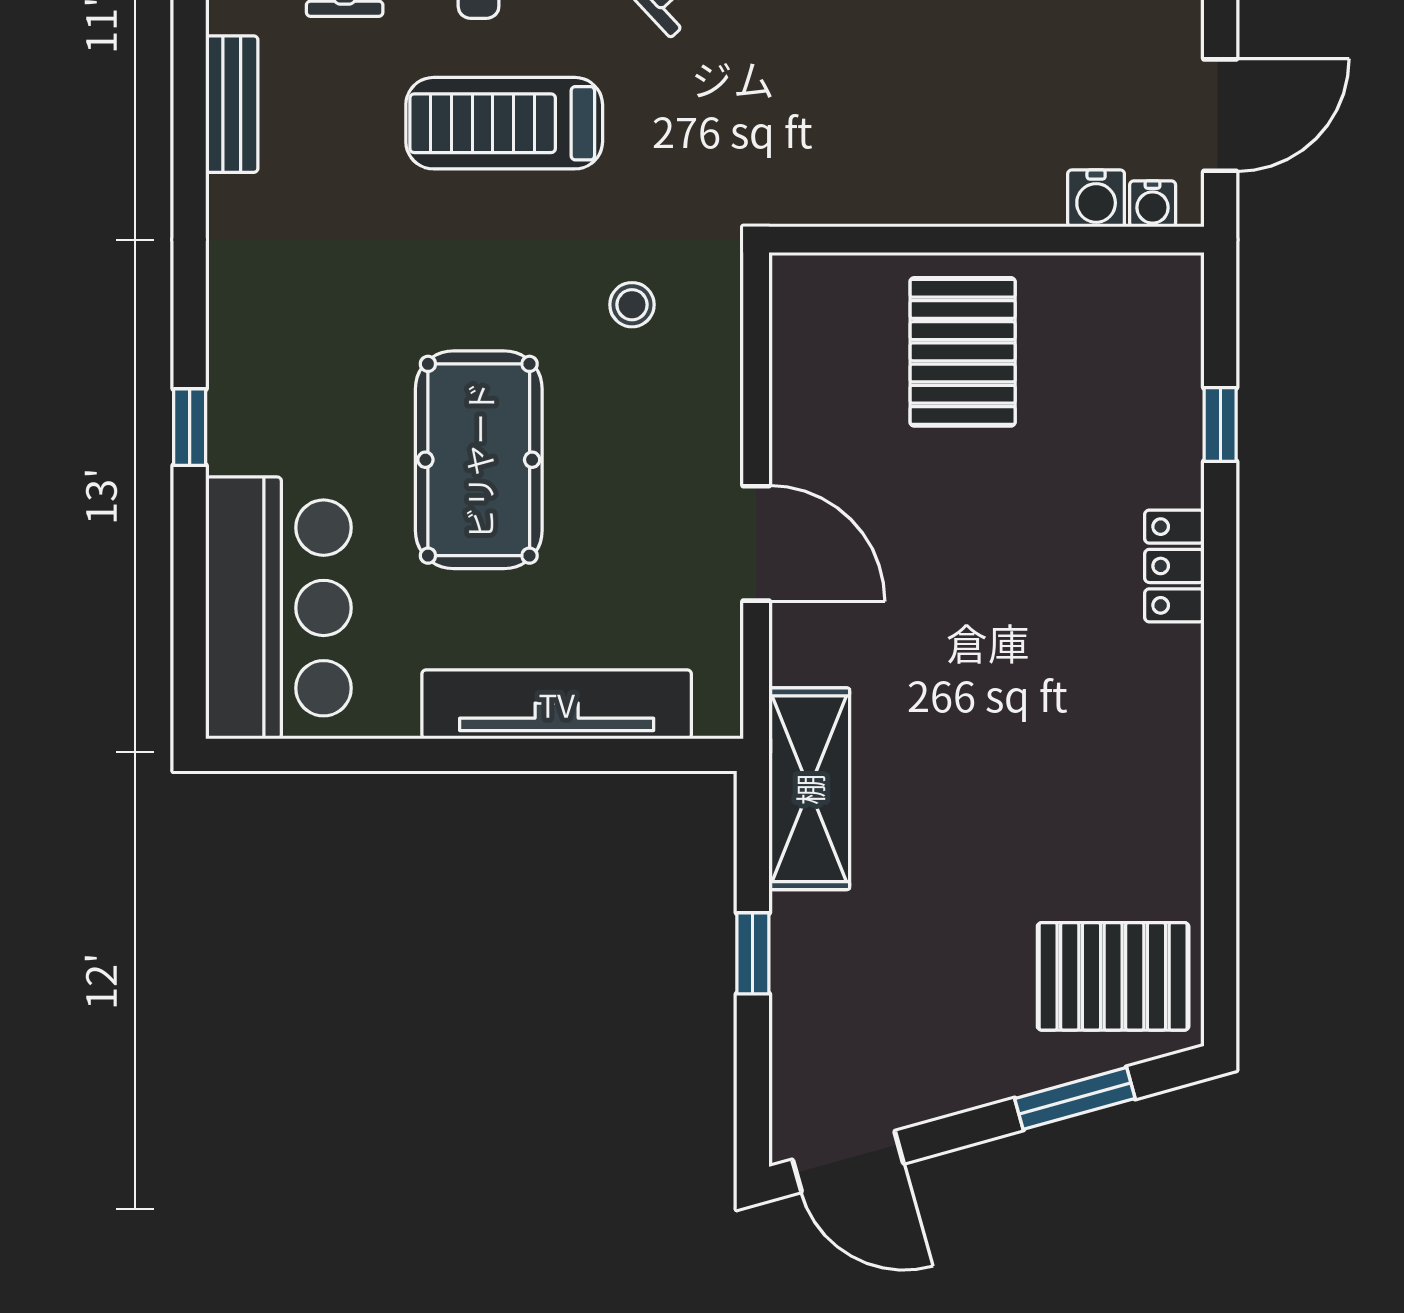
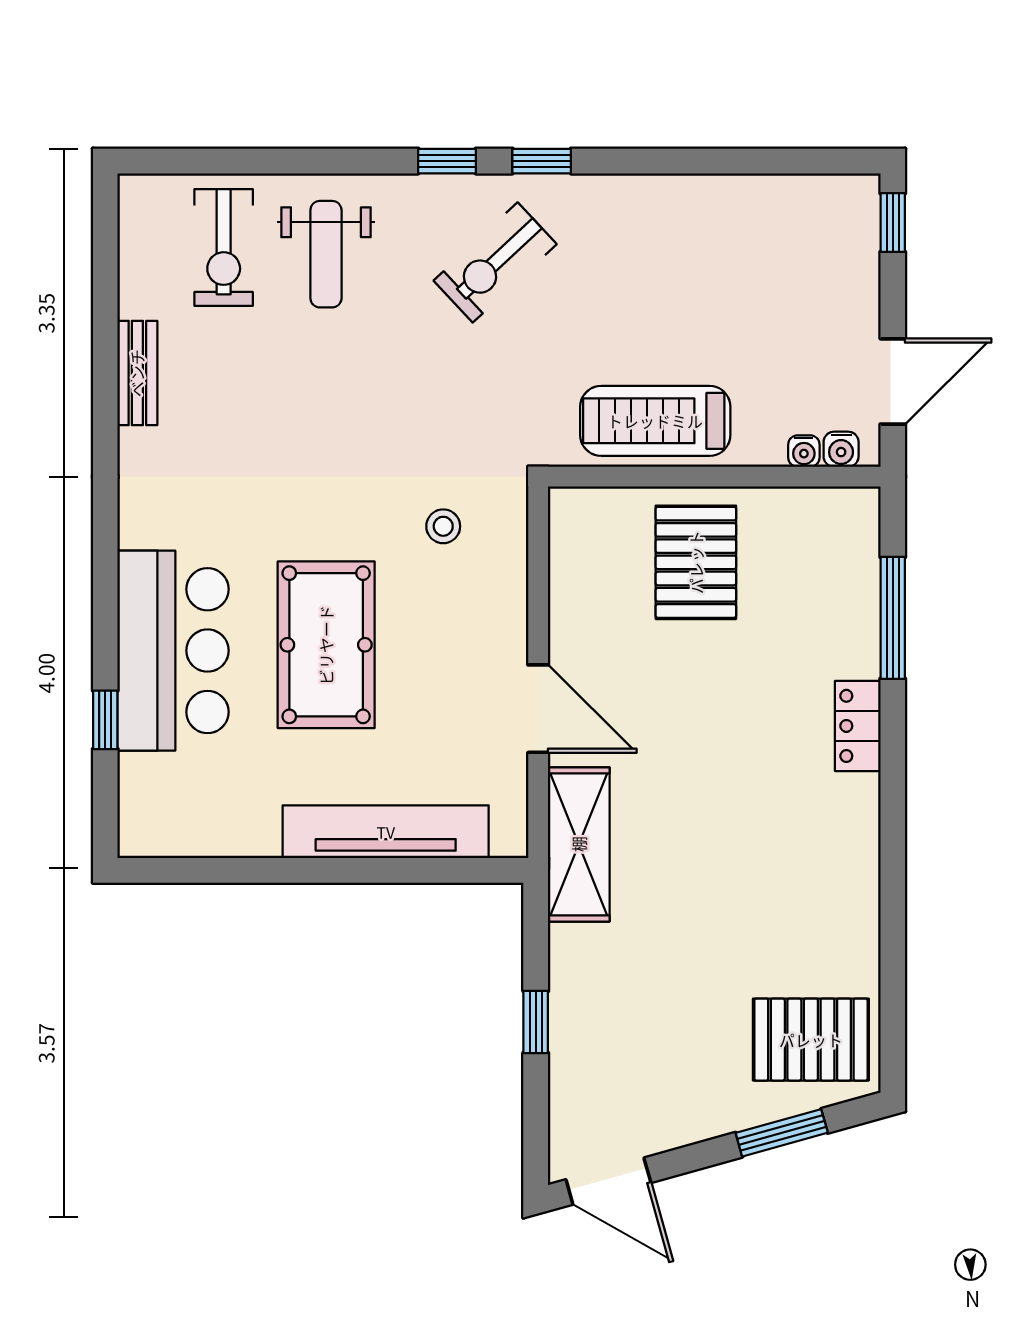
treadmill: (504, 123) -> (655, 421), moved
water cooler: (1096, 198) -> (804, 451), width x0.72, depth x0.72
window: (1220, 425) -> (893, 618), width x2.17
window: (190, 427) -> (105, 720), moved
bar counter: (278, 608) -> (173, 651), moved
shelving: (809, 789) -> (579, 844), moved

